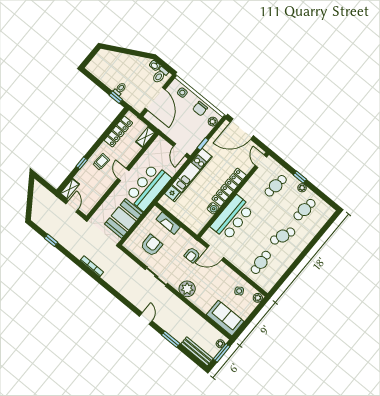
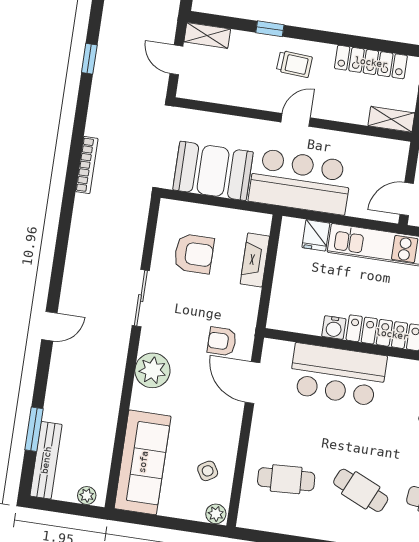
door: (72, 207) -> (176, 60), swing flipped
sofa: (225, 318) -> (143, 462), width x1.36
window: (171, 339) -> (34, 429), moved
window: (222, 353) -> (71, 508), removed

